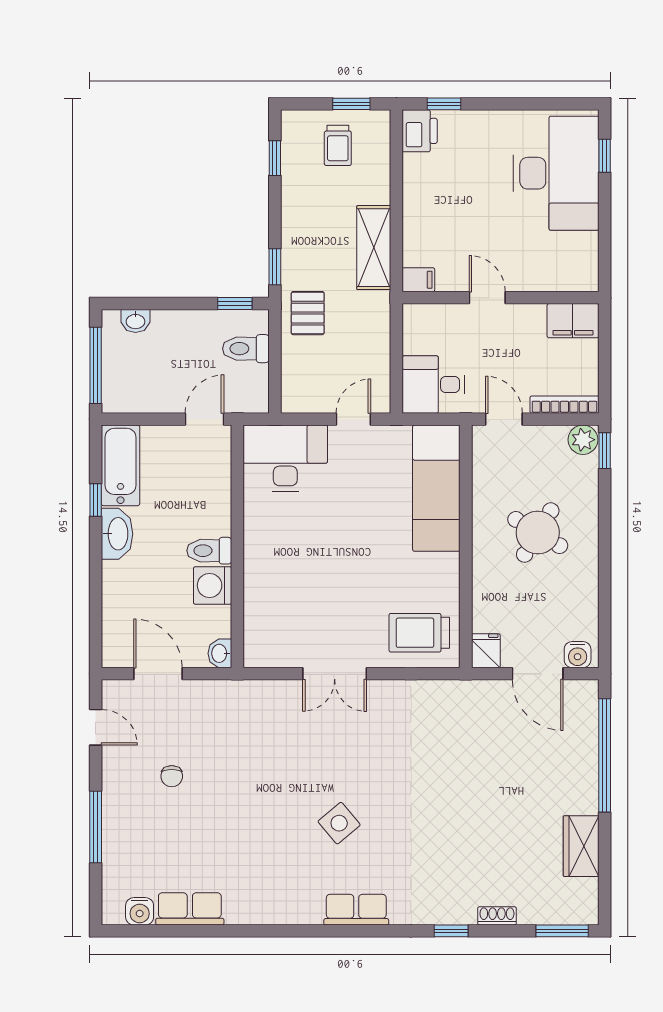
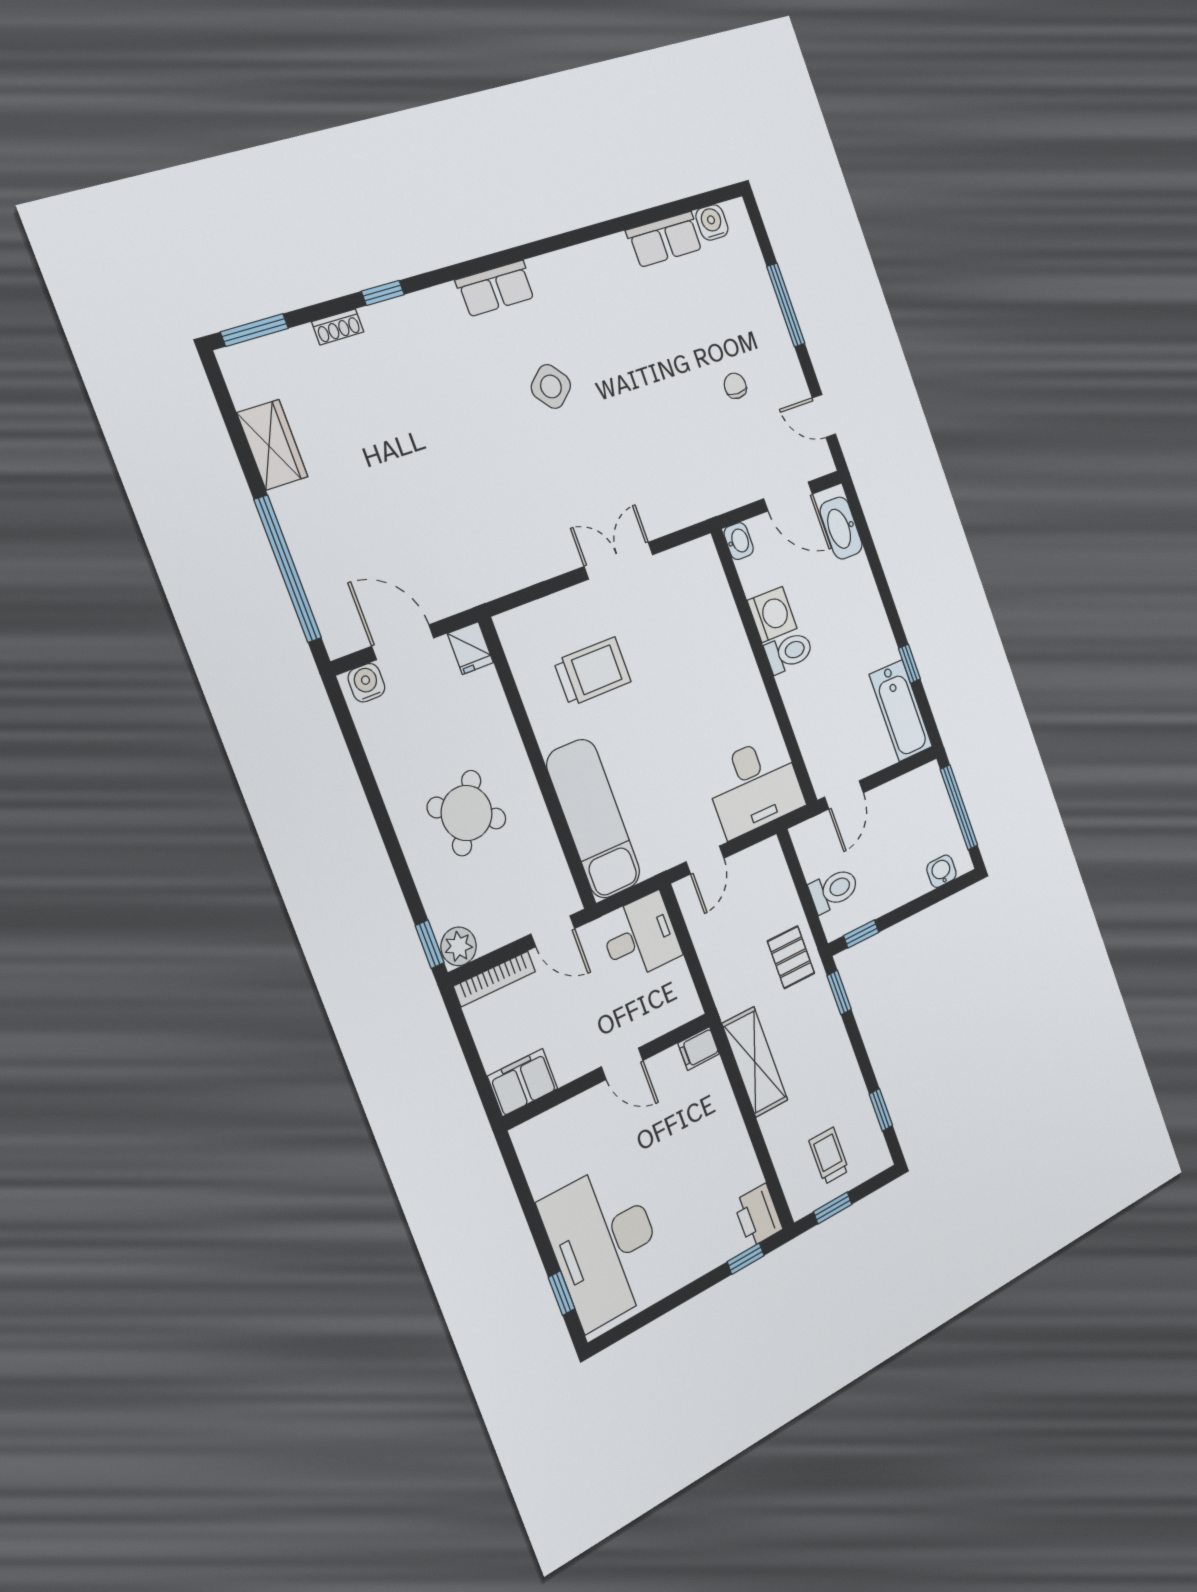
washbasin: (117, 534) -> (841, 528), moved
trolley: (419, 633) -> (593, 671), moved

